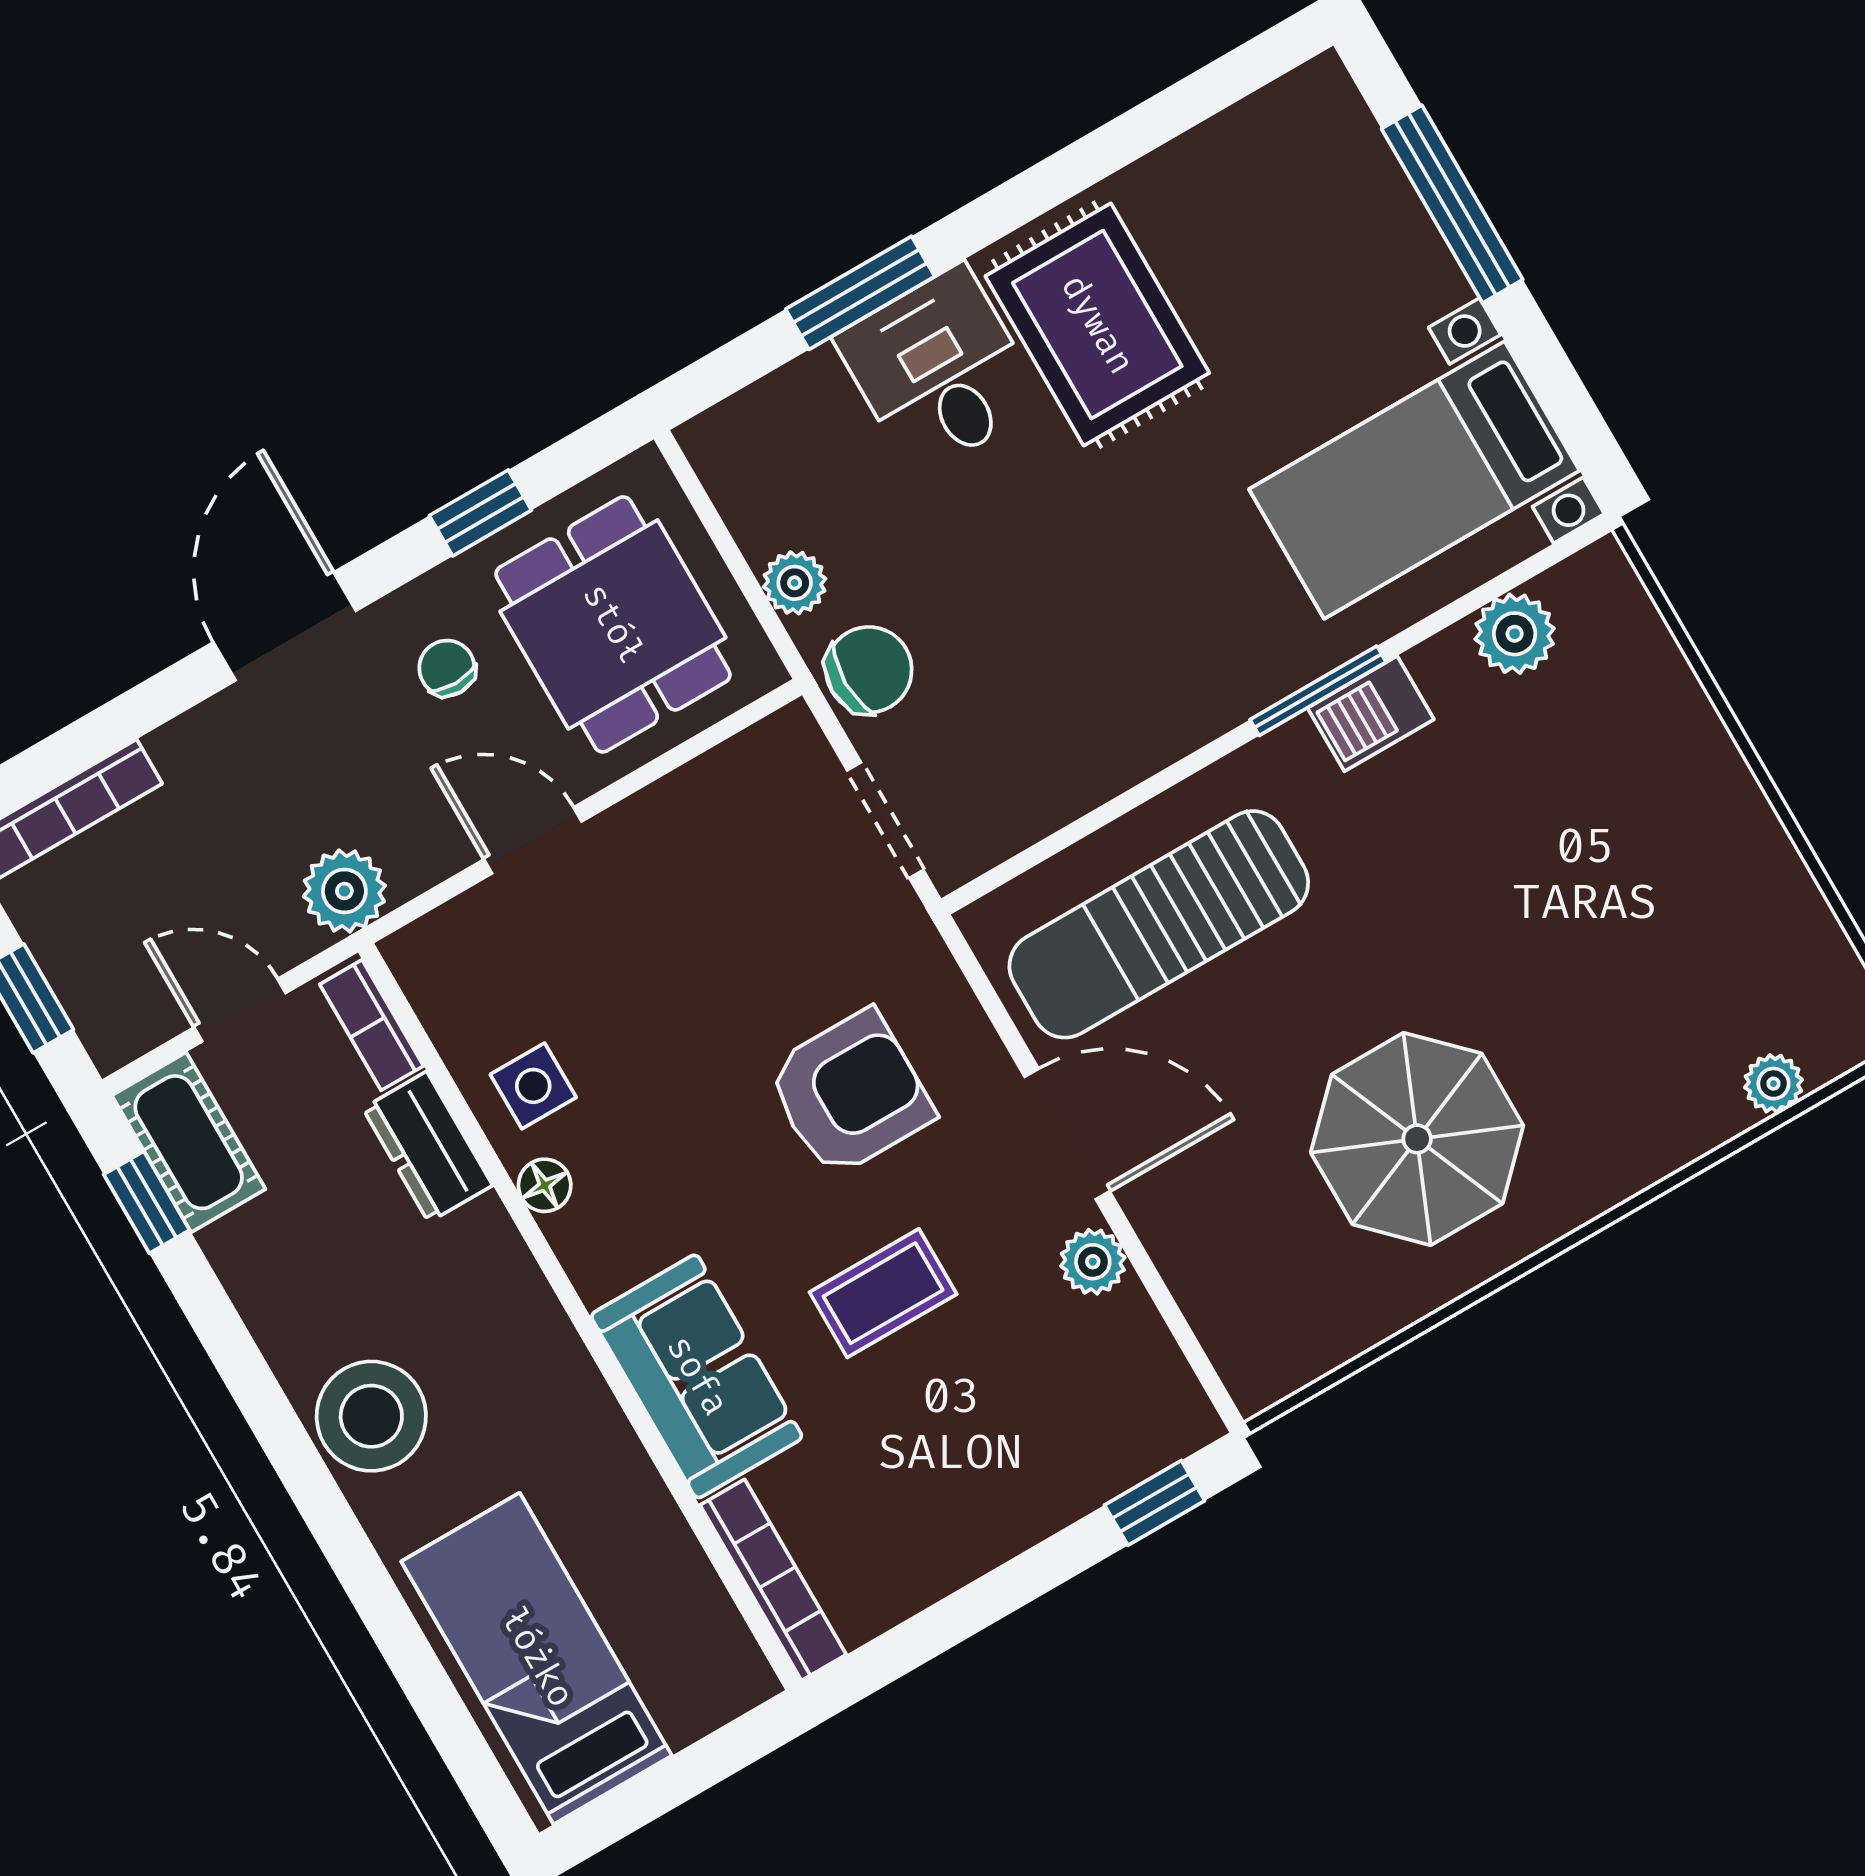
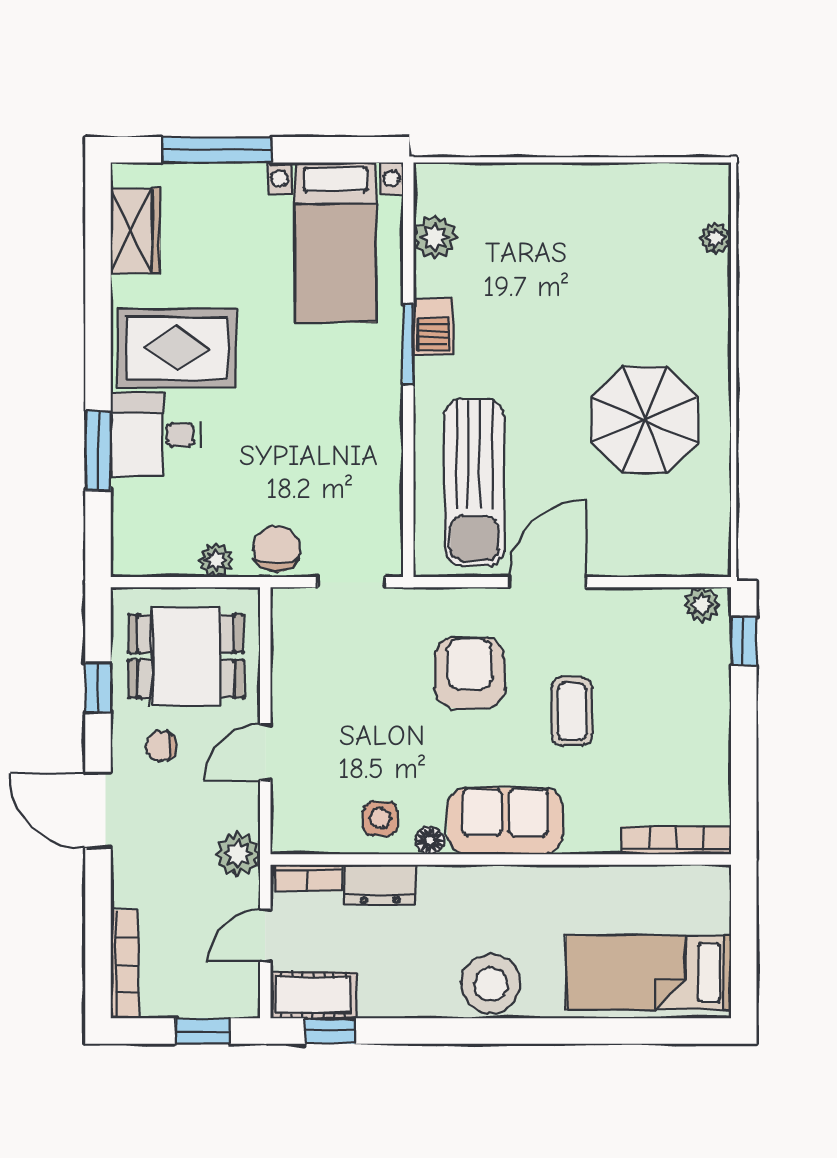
wardrobe: (1247, 148) -> (135, 230), added
plant: (1093, 1262) -> (702, 605), moved
sofa: (697, 1376) -> (505, 821), moved

